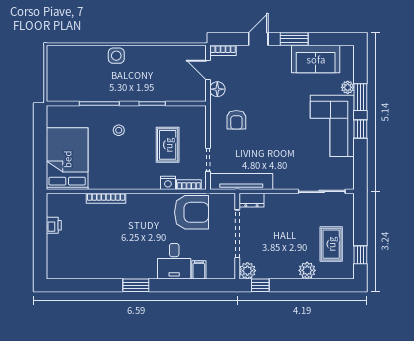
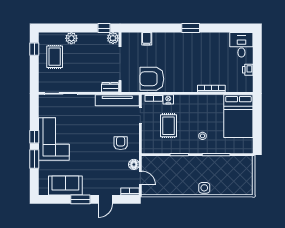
plant: (348, 87) -> (43, 166), removed
desk: (174, 261) -> (241, 45), moved

